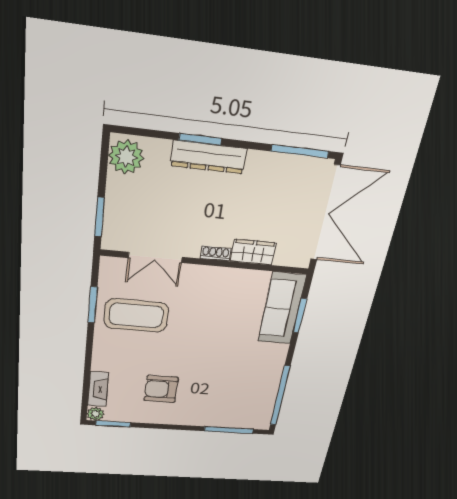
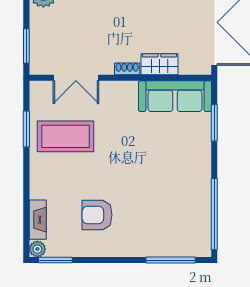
sofa: (282, 309) -> (175, 96), moved, turned -90

